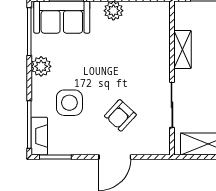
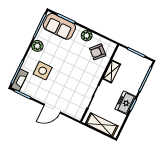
armchair: (120, 115) -> (98, 52), moved

